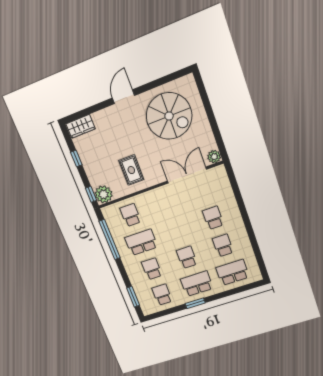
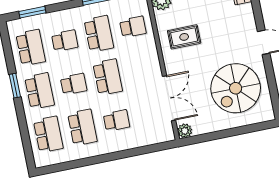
school desk: (177, 230) -> (108, 77), added
school desk: (223, 245) -> (82, 127), width x1.85
school desk: (162, 295) -> (31, 48), width x1.85

